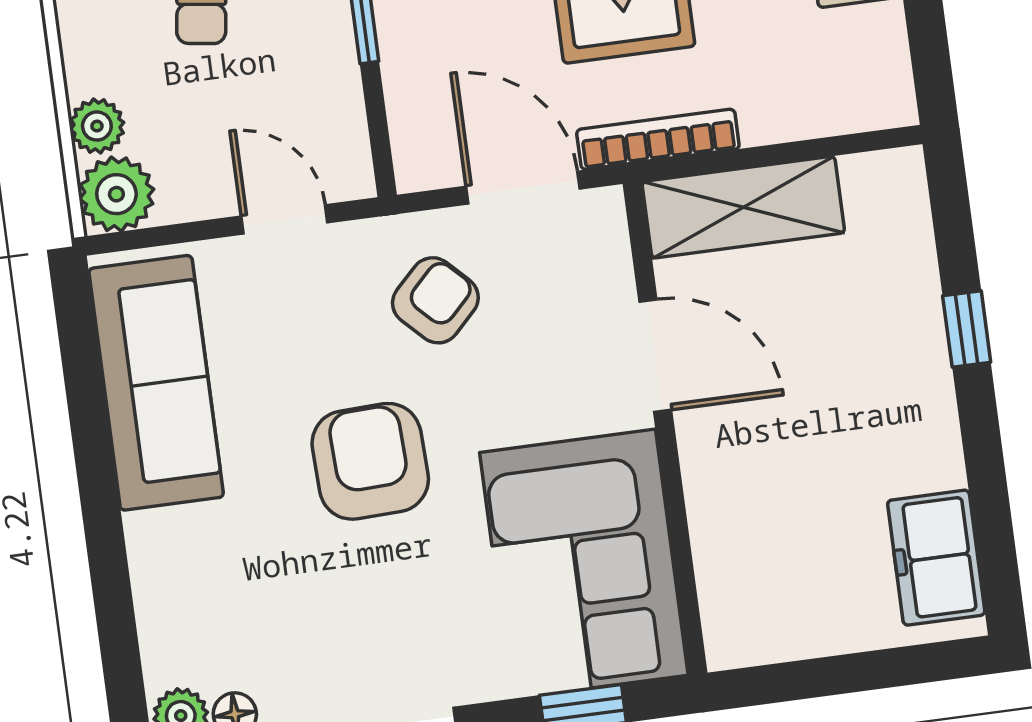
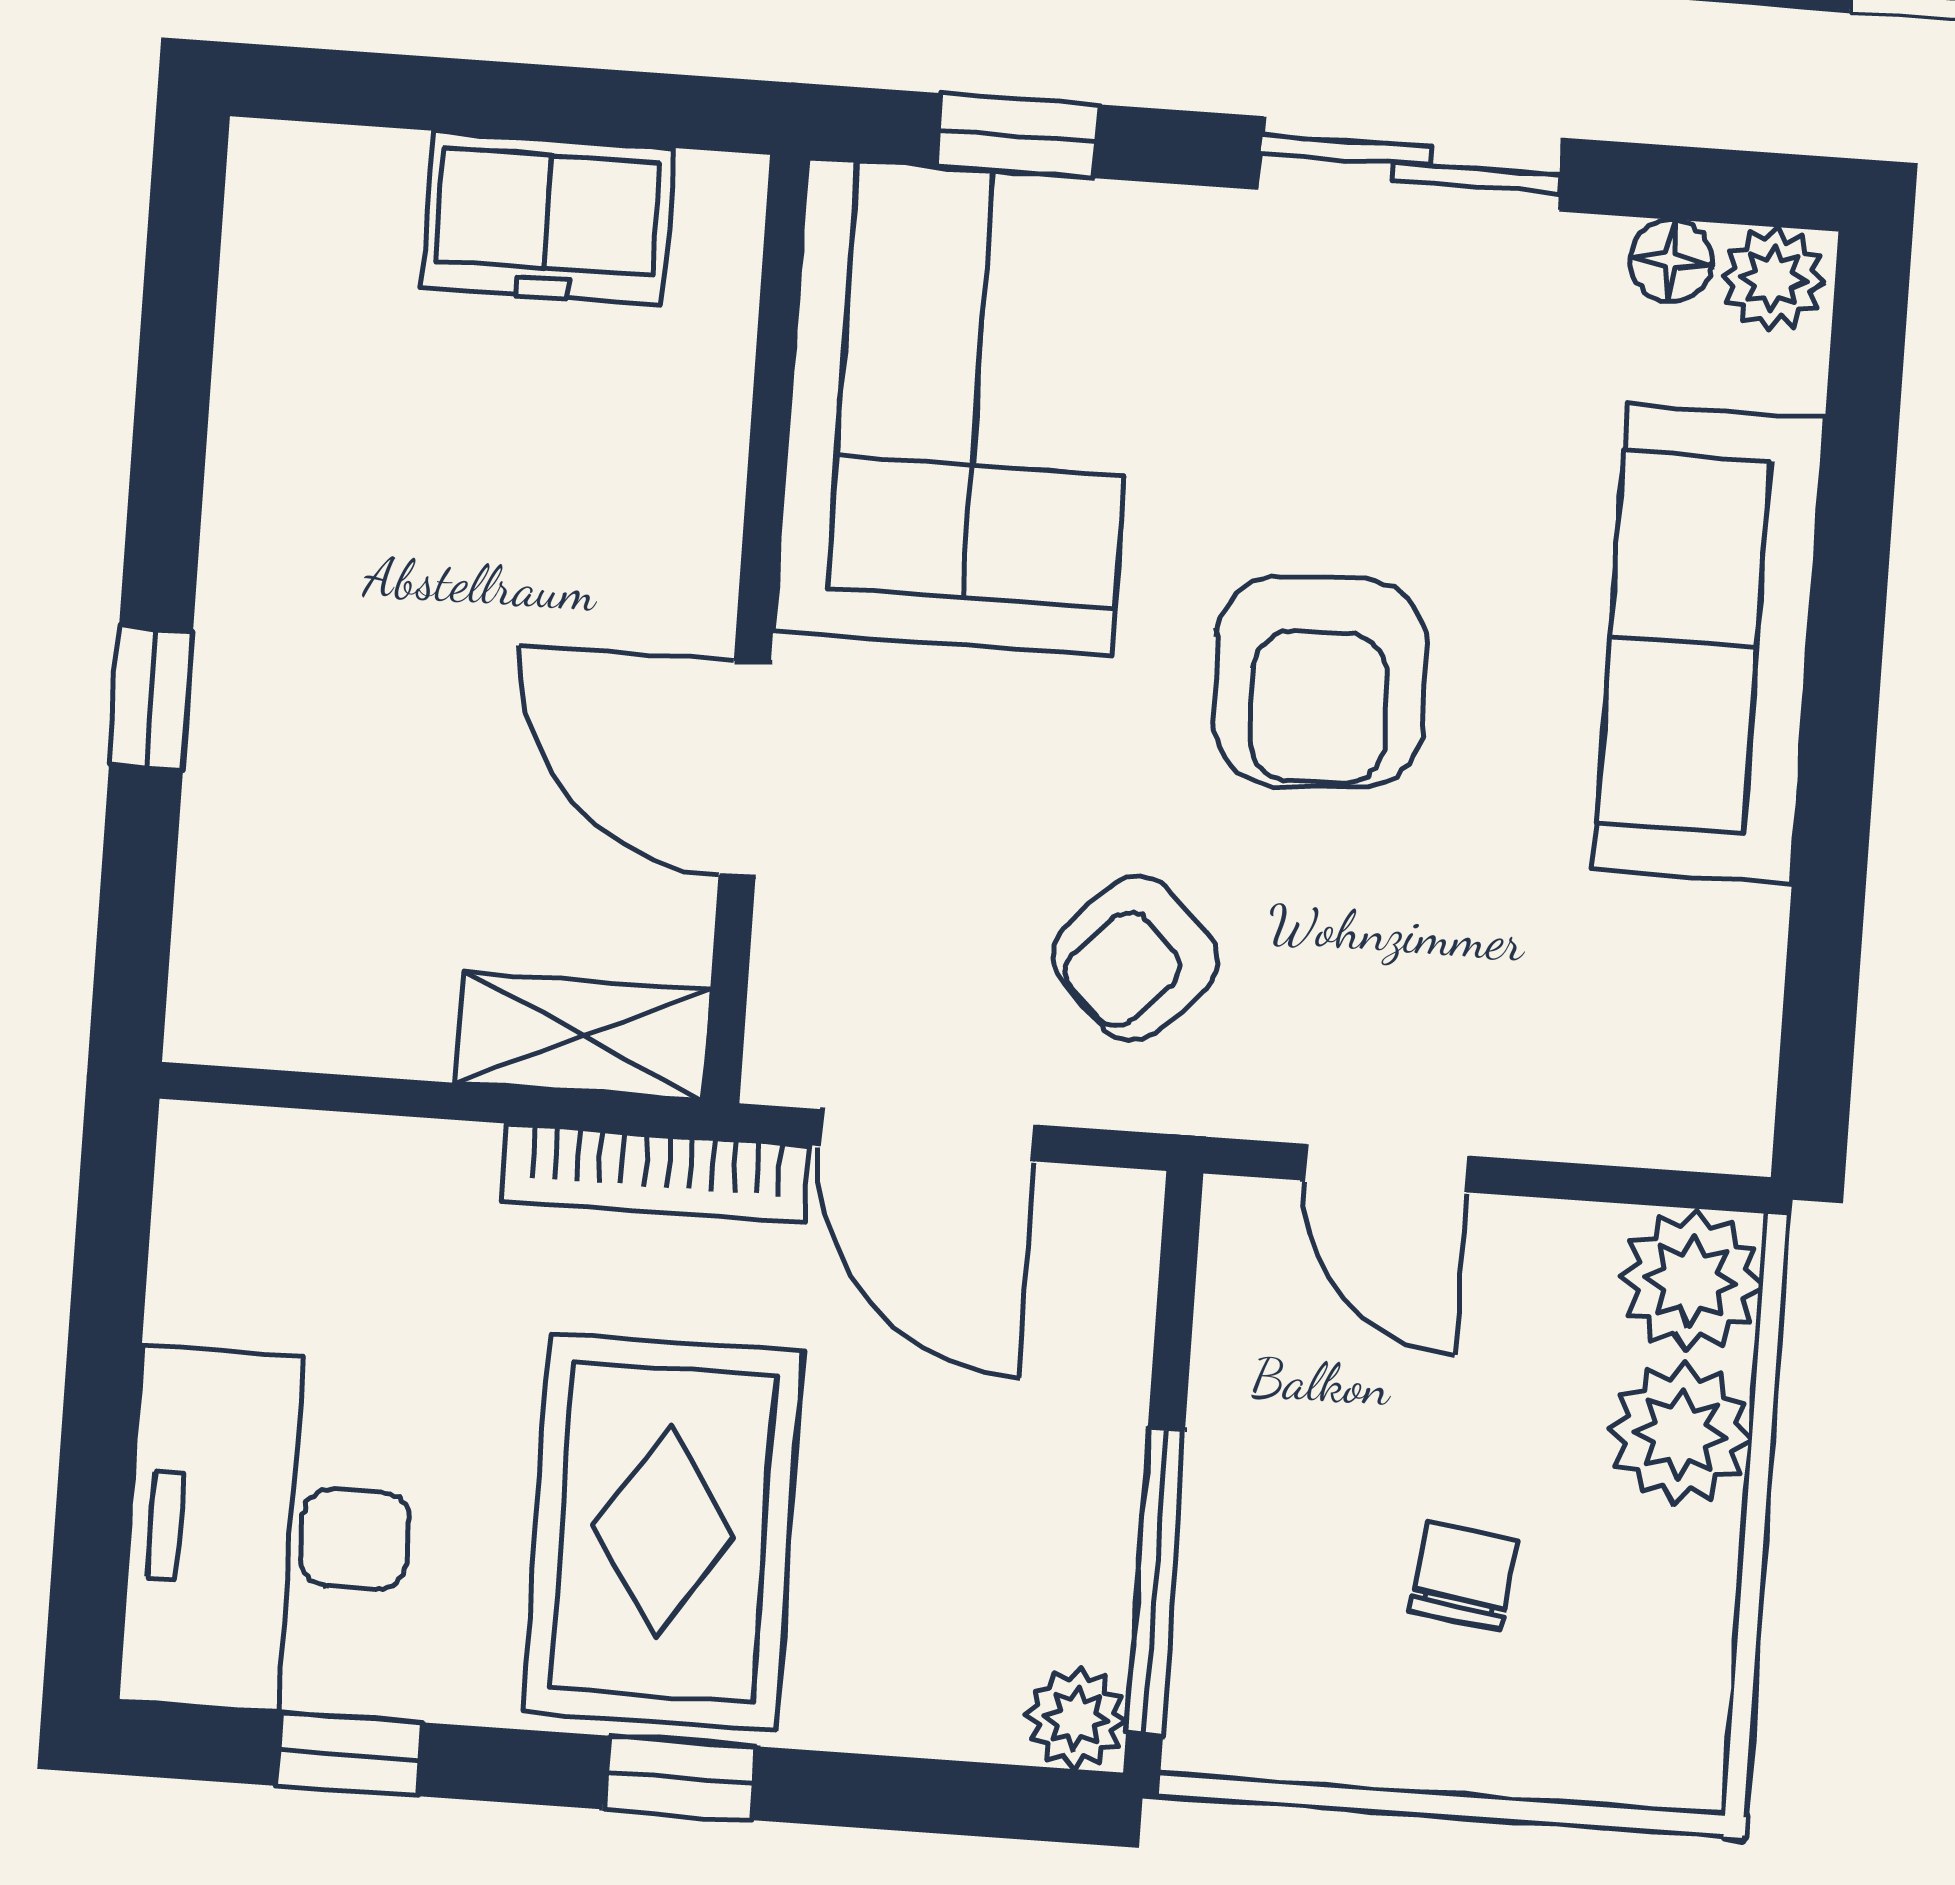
plant: (97, 126) -> (1680, 1434), width x1.38, depth x1.38
shelving: (743, 207) -> (583, 1036), width x0.67, depth x0.75
sofa: (156, 383) -> (1709, 644), moved
freezer: (936, 558) -> (548, 218), moved, turned 90

